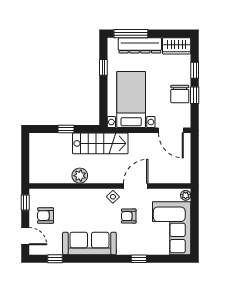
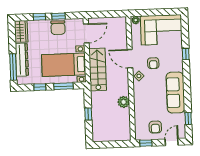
chair: (180, 94) -> (58, 28), turned 90
window: (103, 98) -> (63, 86), added
stairs: (100, 143) -> (98, 69), moved

